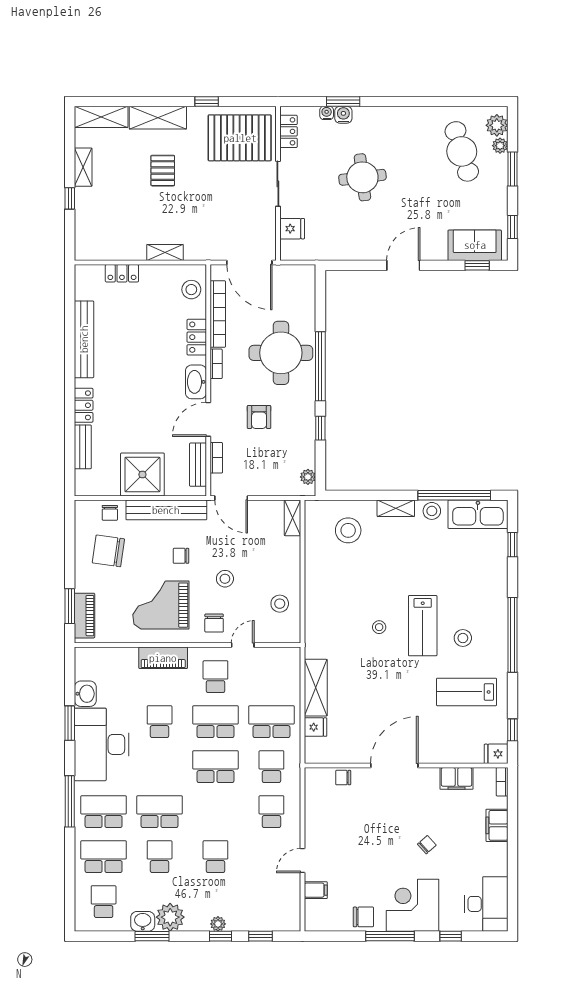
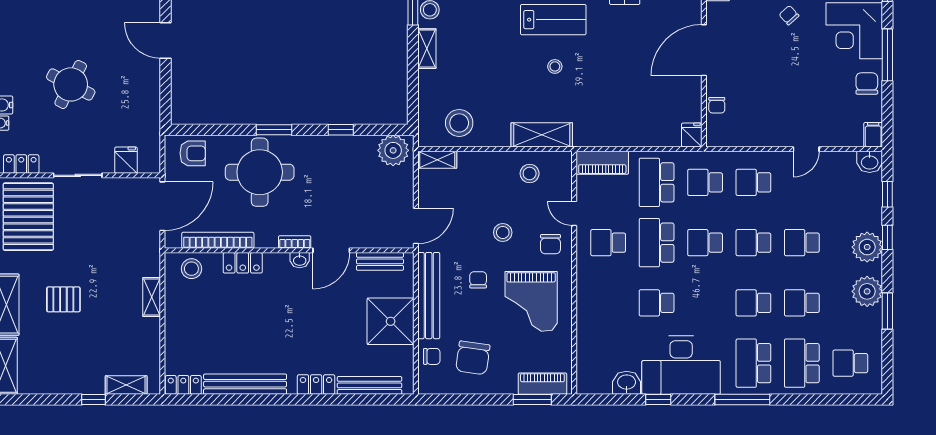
shelving: (83, 167) -> (126, 385), moved
round table: (362, 177) -> (71, 84), turned 34
locker: (122, 273) -> (183, 385), moved, turned -90
bookcase: (216, 364) -> (295, 242), moved
window: (320, 366) -> (274, 130), width x0.47
washbasin: (196, 382) -> (300, 260), width x0.52, depth x0.69
armchair: (259, 417) -> (193, 153), moved
door: (208, 419) -> (331, 250), hinge flipped
bench: (83, 447) -> (369, 385), width x1.36
bookcase: (216, 458) -> (373, 242), removed
plant: (308, 477) -> (393, 150), width x1.88, depth x1.88
stool: (348, 530) -> (459, 123), moved
chair: (181, 556) -> (478, 280), turned 180
chair: (214, 623) -> (550, 244), turned 90
piano: (163, 658) -> (602, 163), moved, turned 90
shelving: (316, 688) -> (542, 135), moved
window: (70, 723) -> (658, 399), width x0.67
fridge: (316, 727) -> (692, 135), moved
door: (394, 766) -> (704, 50), hinge flipped
school desk: (215, 767) -> (705, 243), width x0.54
school desk: (160, 812) -> (753, 303), width x0.54
school desk: (215, 812) -> (753, 243), added
door: (302, 861) -> (806, 149), hinge flipped
filing cabinet: (316, 890) -> (873, 135), moved
washbasin: (143, 921) -> (870, 162), moved, turned -90
plant: (218, 924) -> (867, 247), width x1.87, depth x1.87

